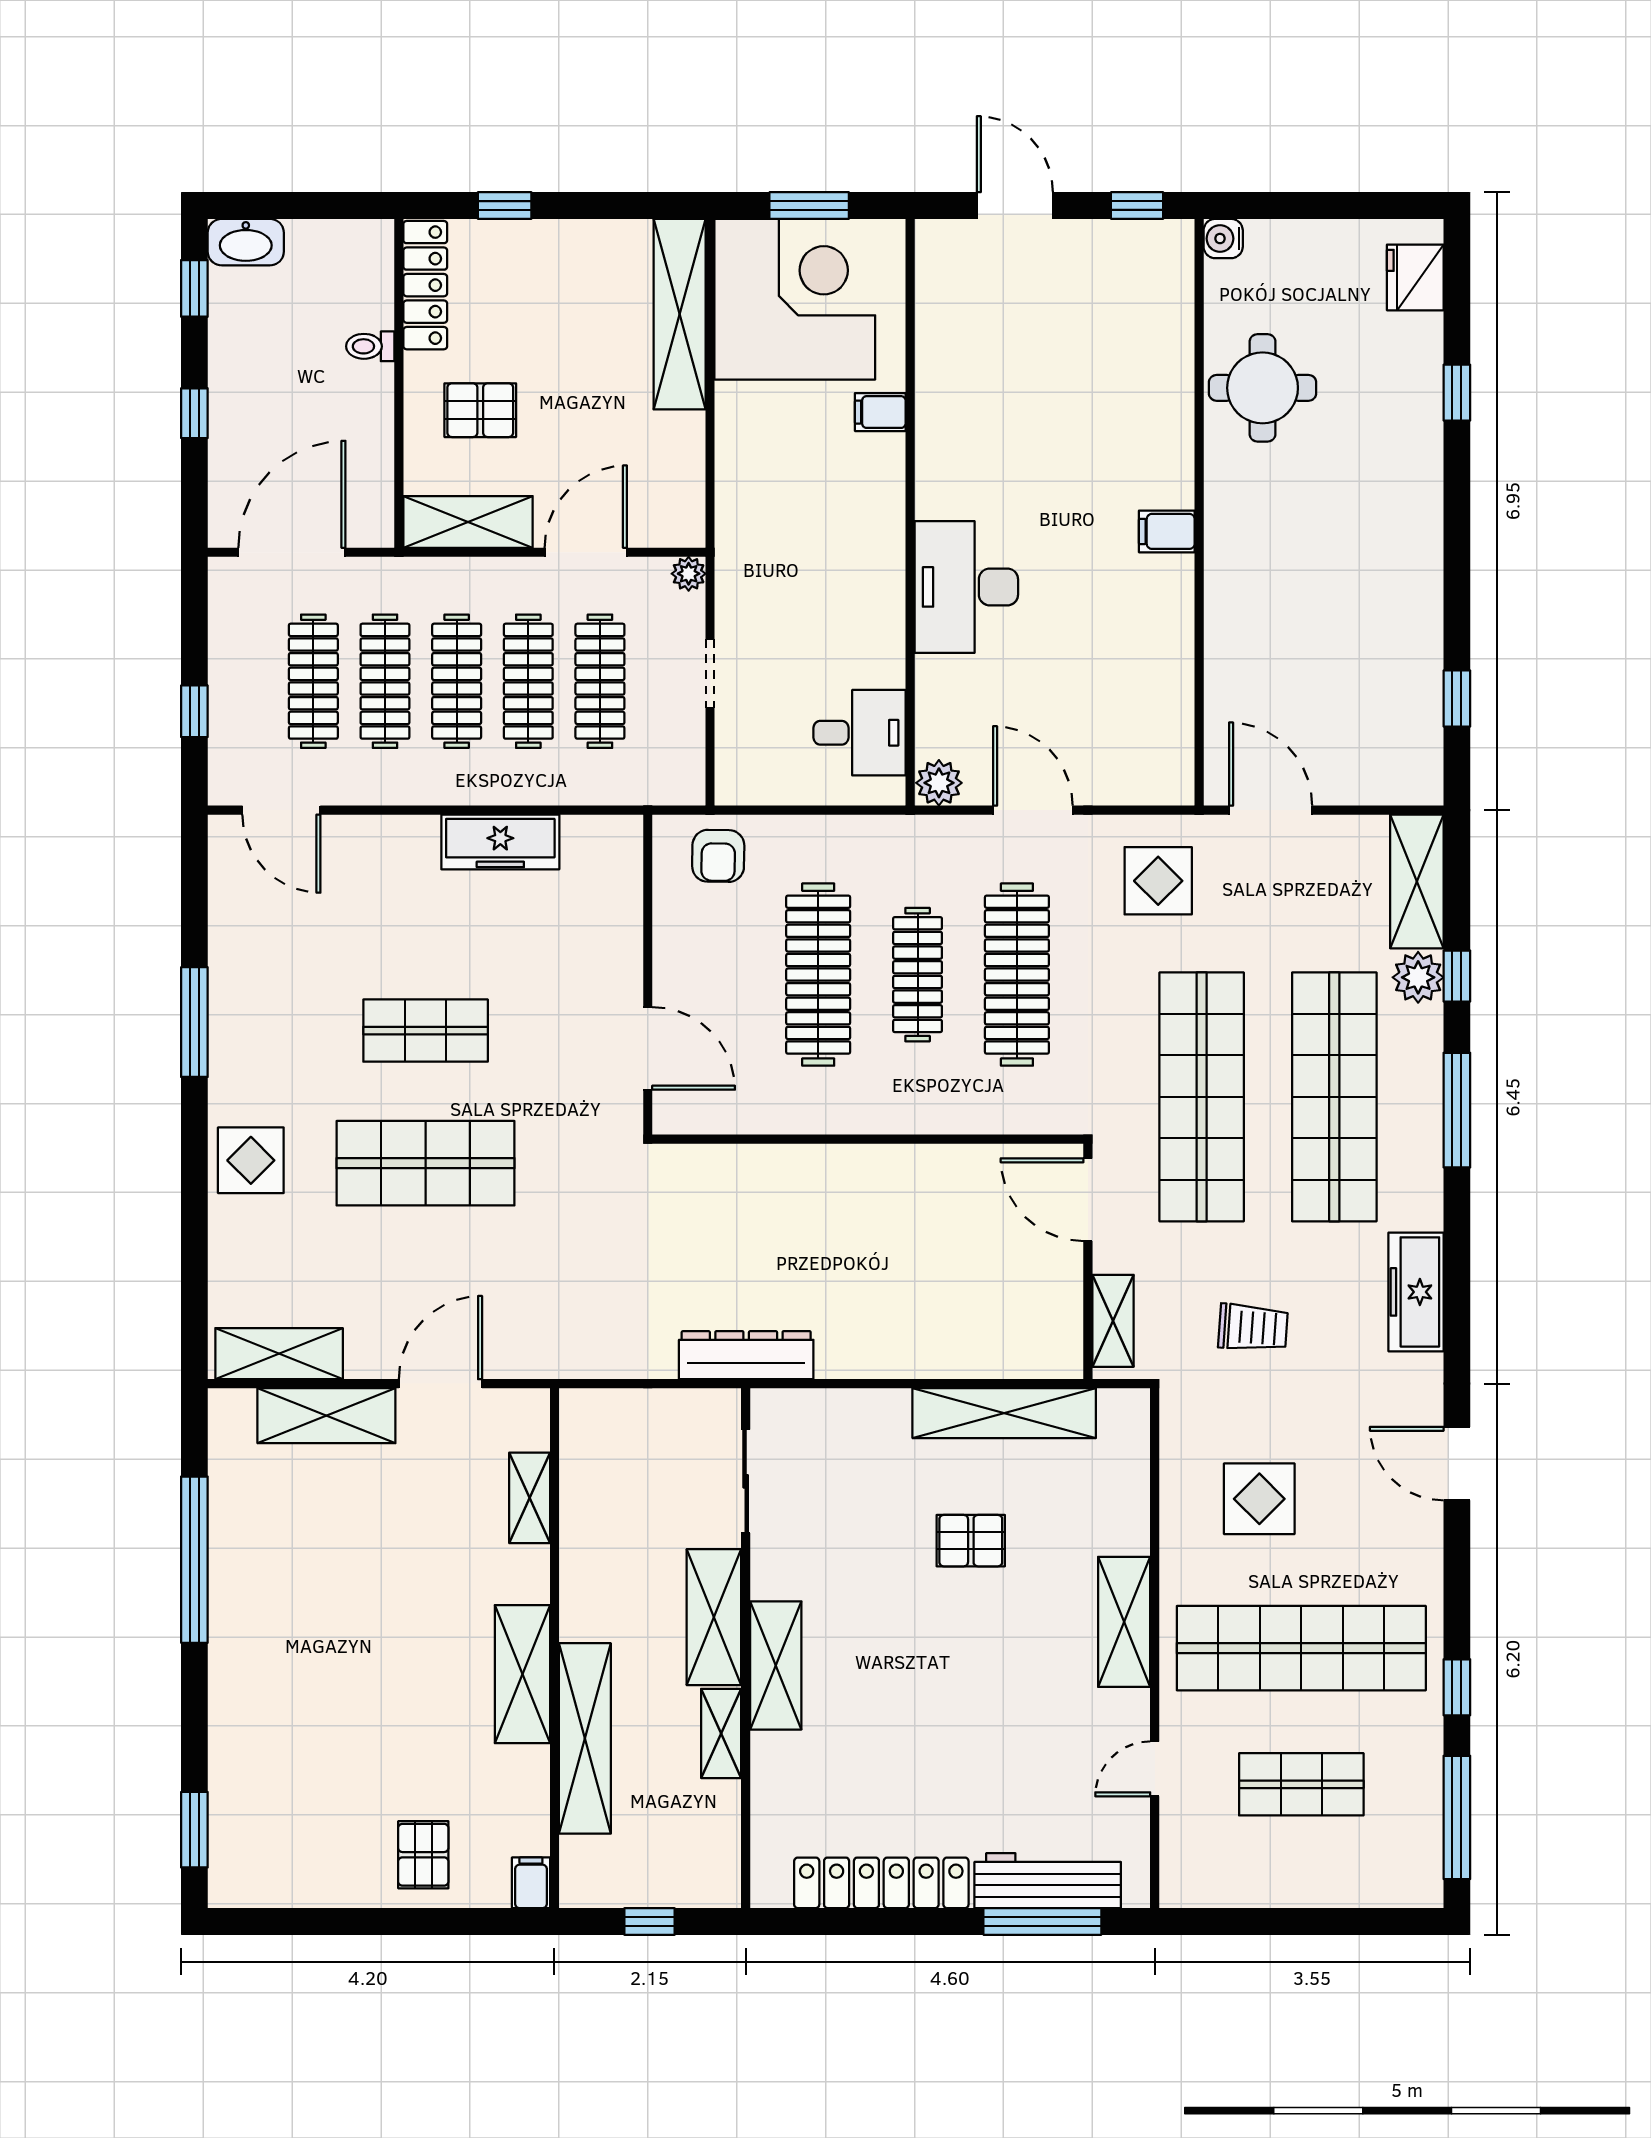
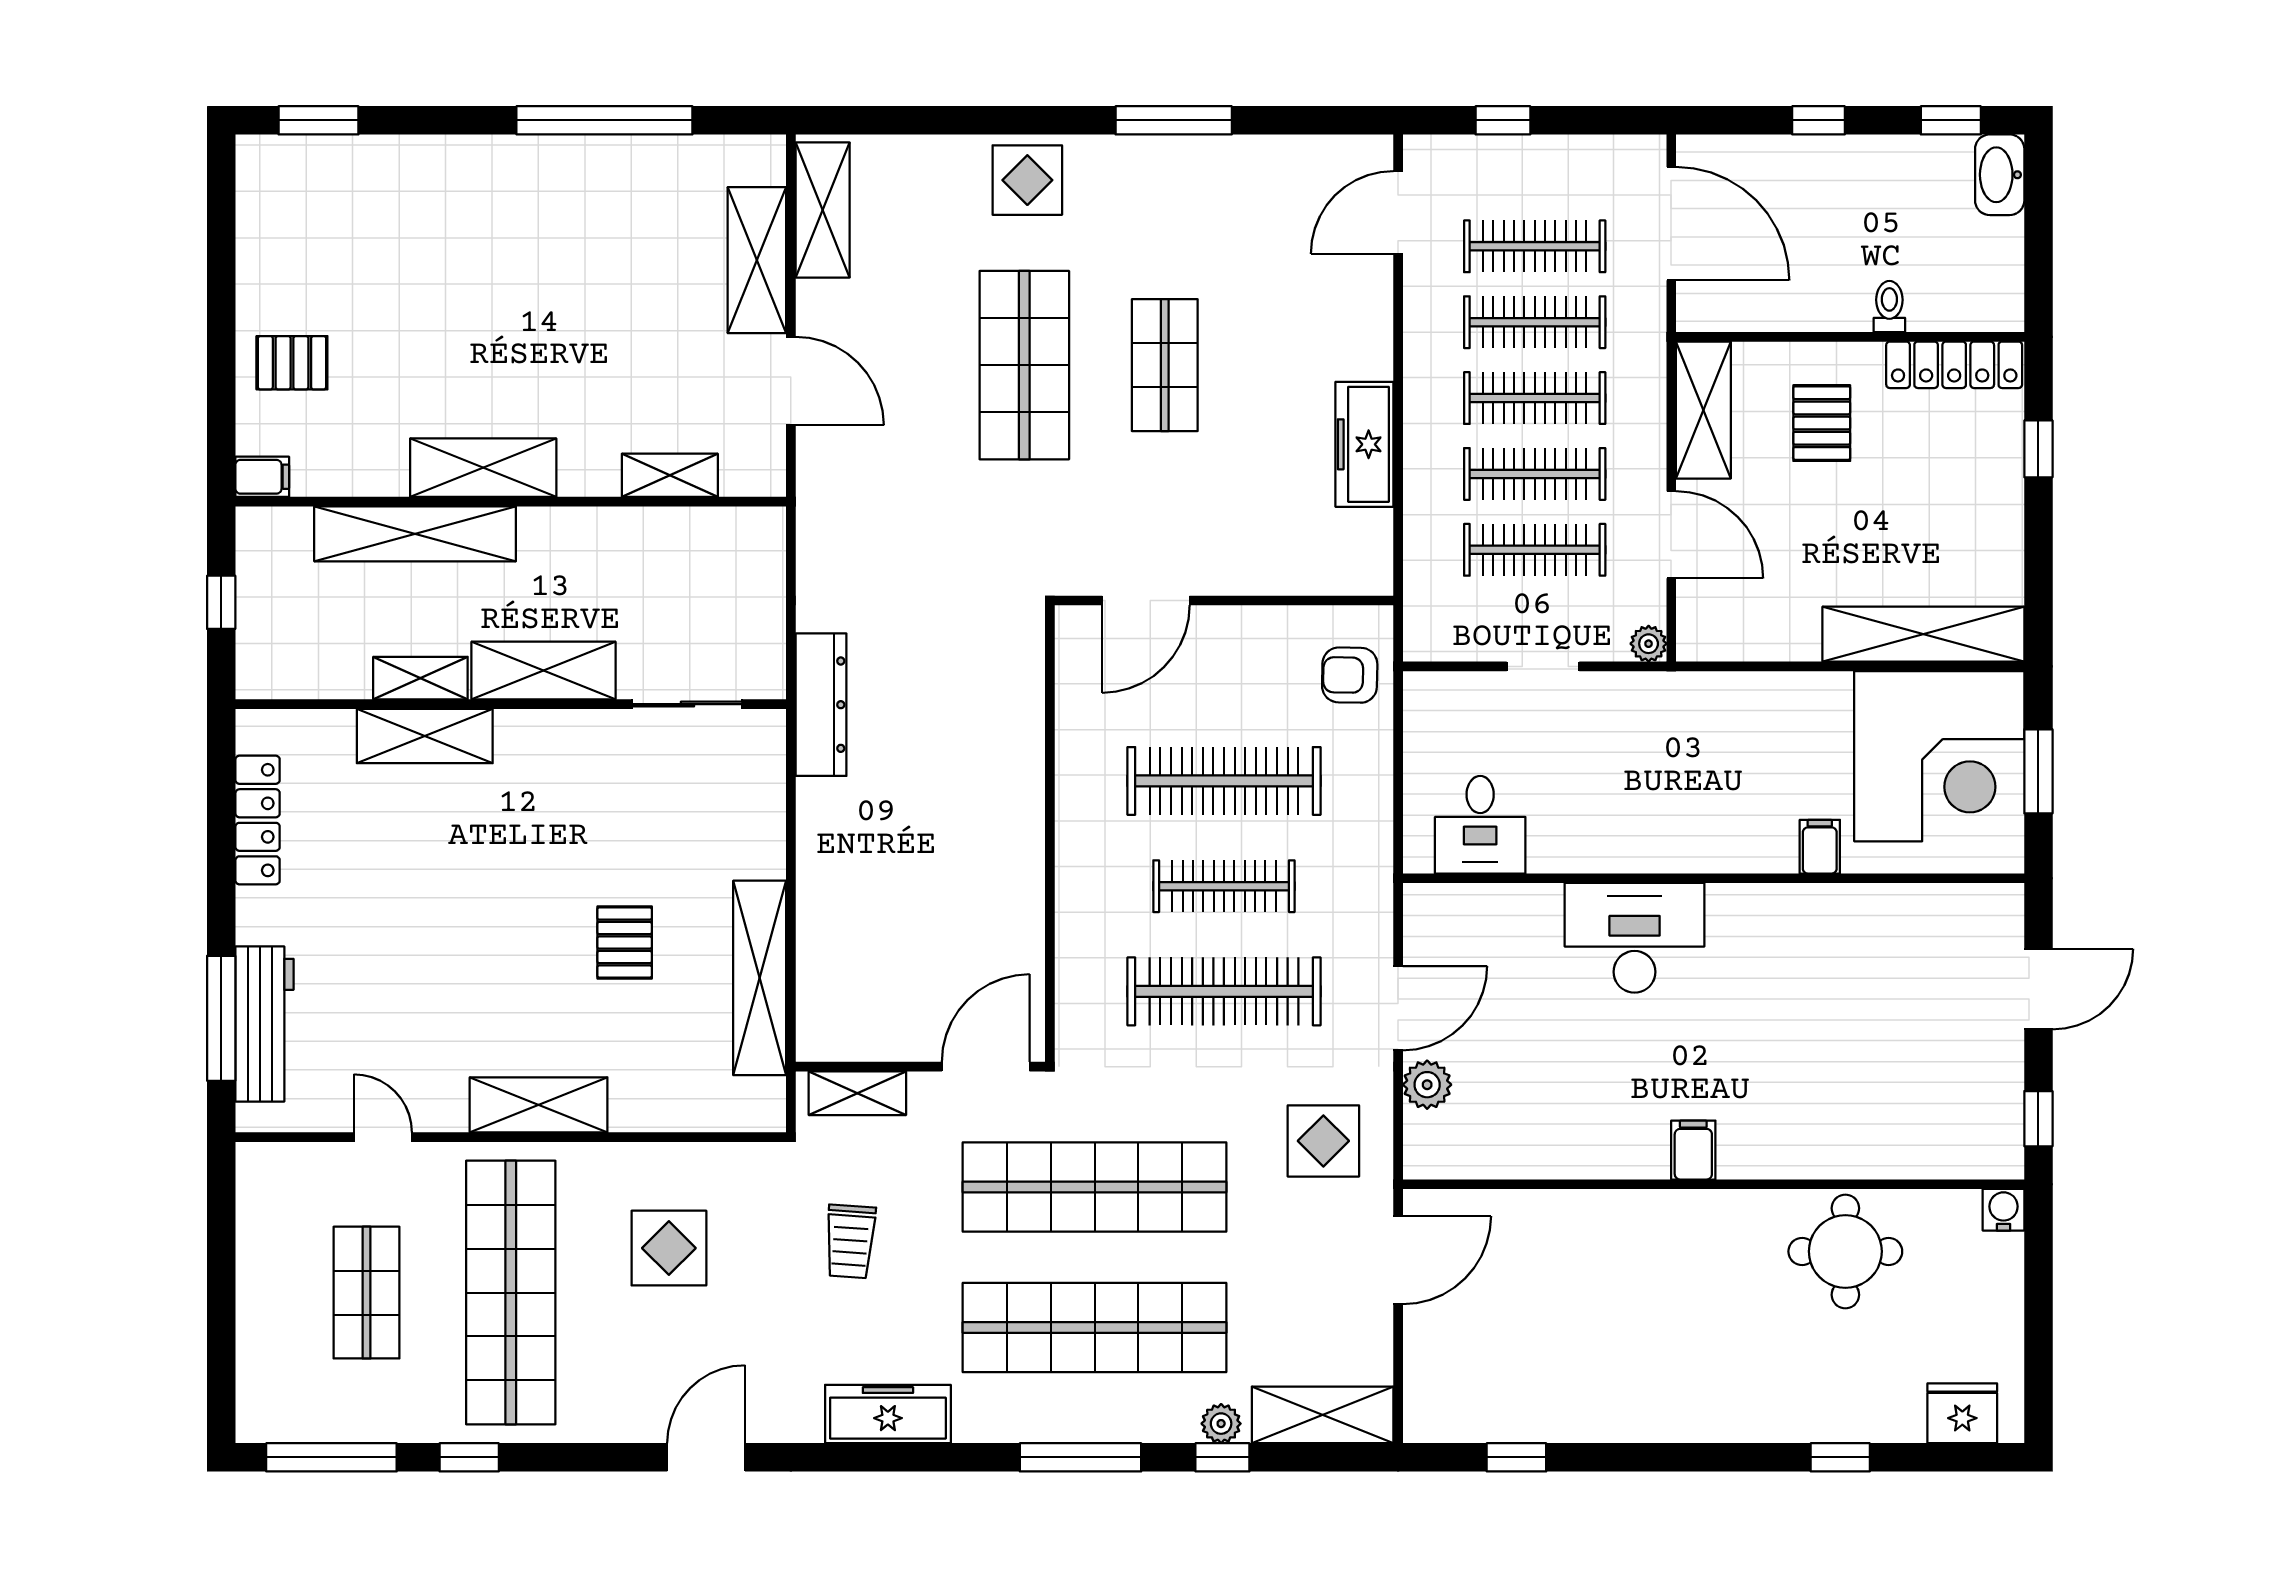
plant: (939, 783) -> (1427, 1085), moved
plant: (1418, 977) -> (1221, 1424), width x0.73, depth x0.73
shelving: (776, 1665) -> (425, 736), moved
locker: (881, 1883) -> (258, 820), width x0.71, depth x0.83

